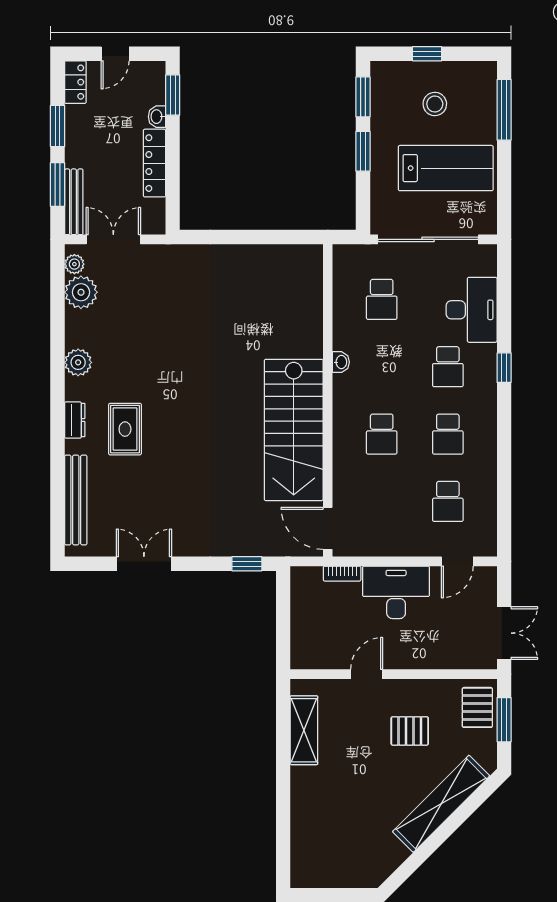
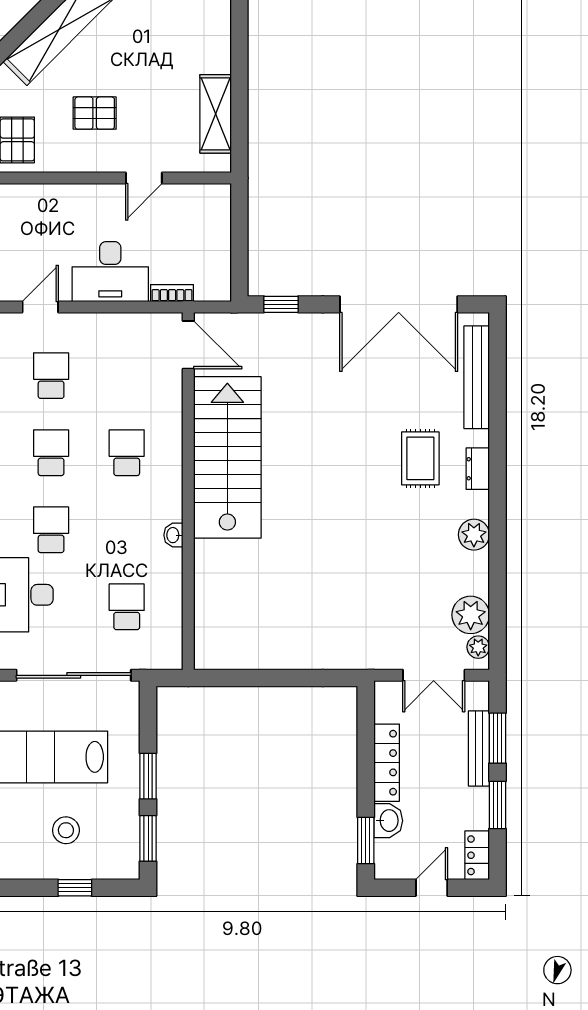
washbasin: (157, 117) -> (388, 821), width x1.38, depth x1.45
bench: (74, 202) -> (479, 748), moved
double door: (144, 564) -> (399, 304), width x1.87

